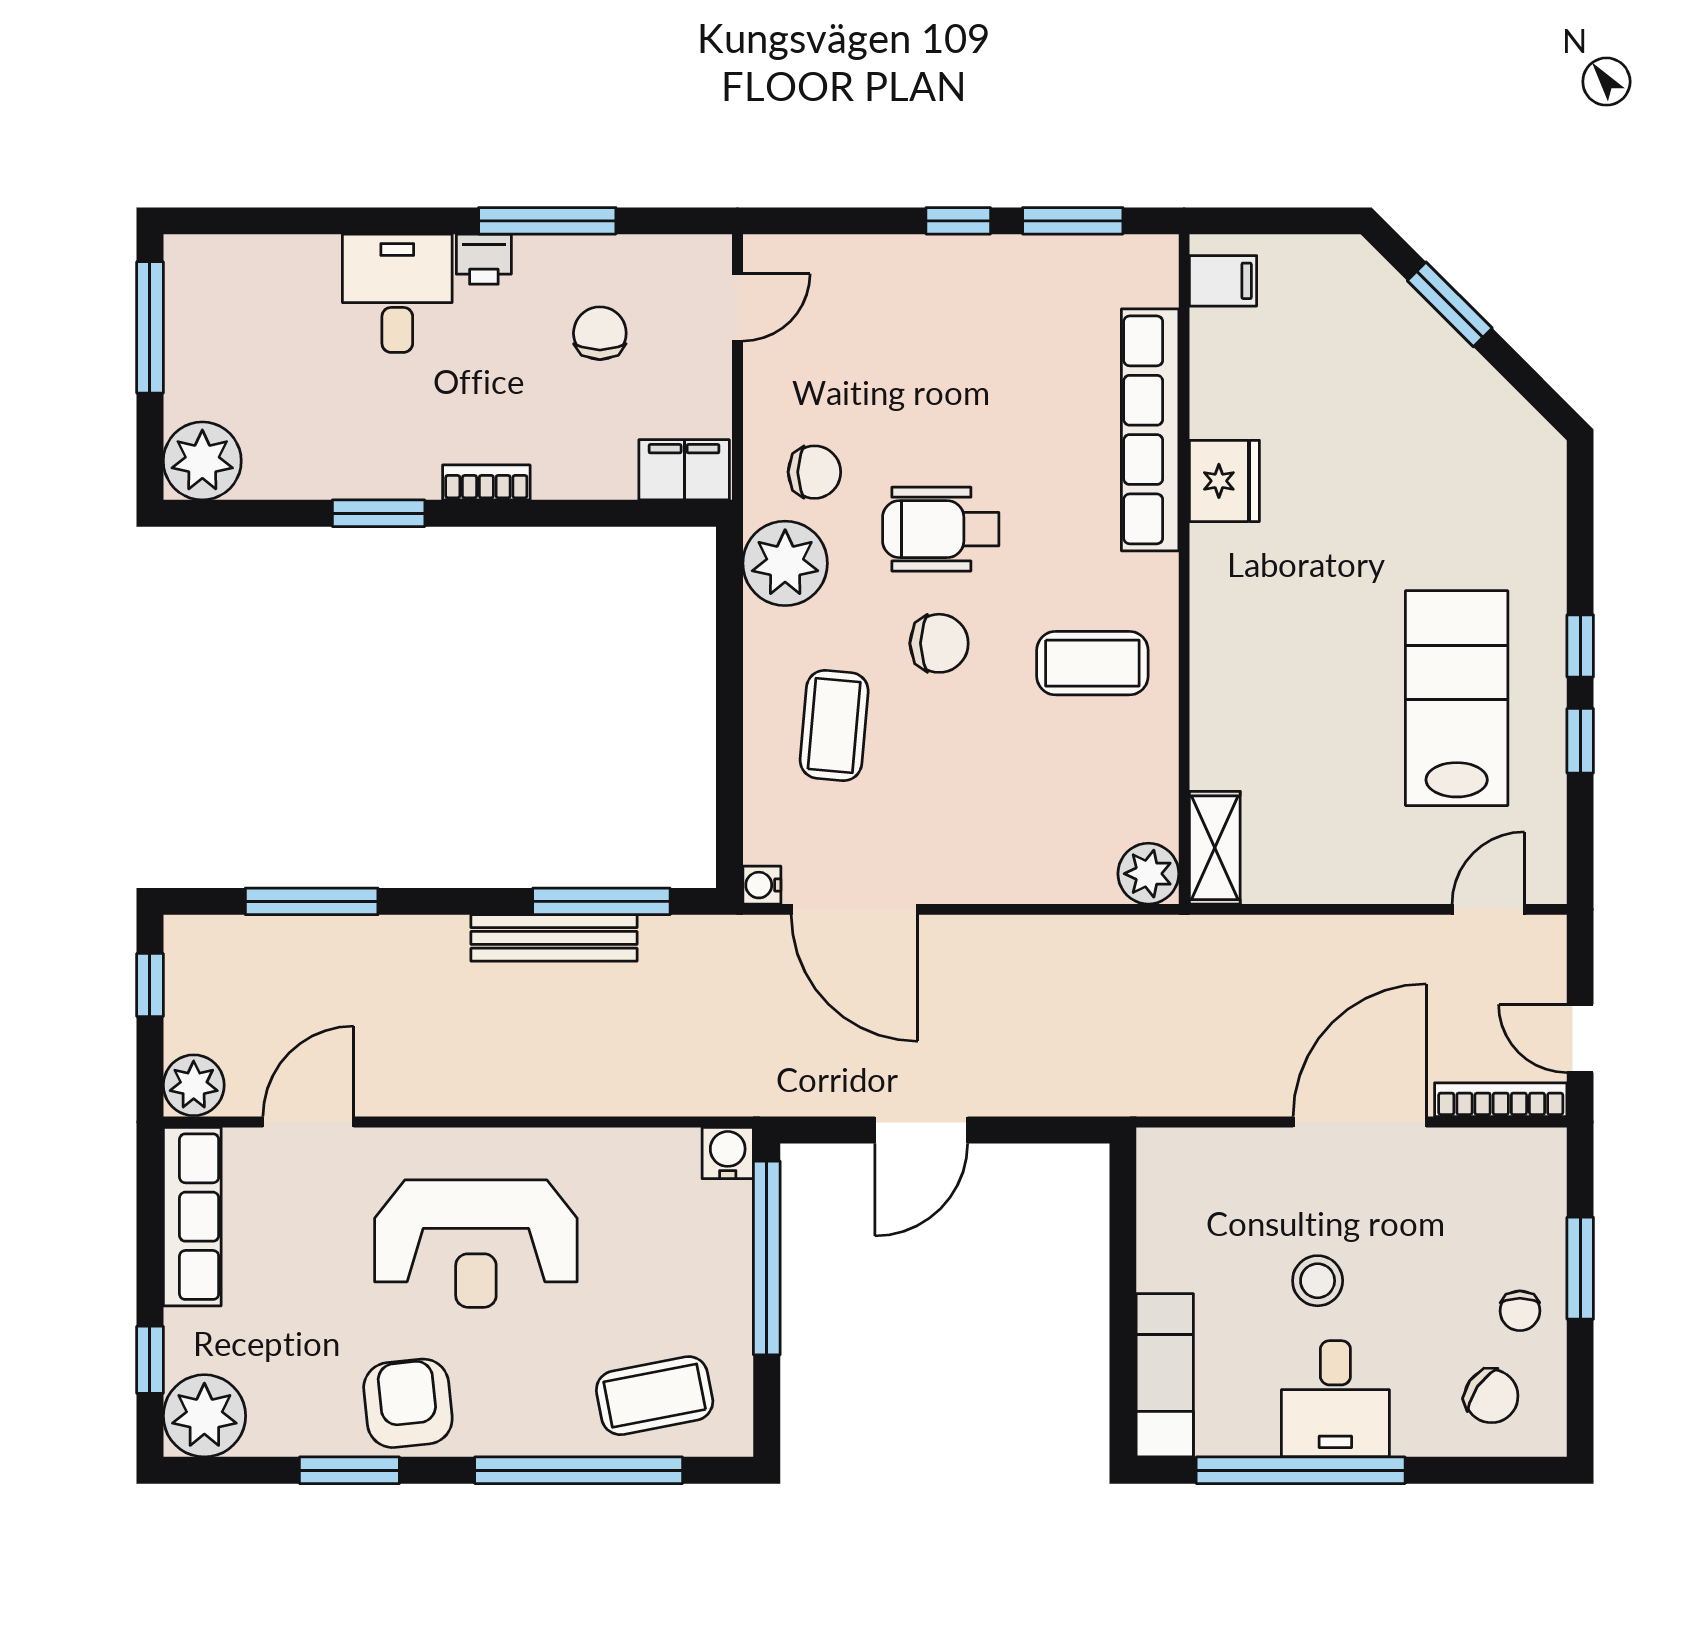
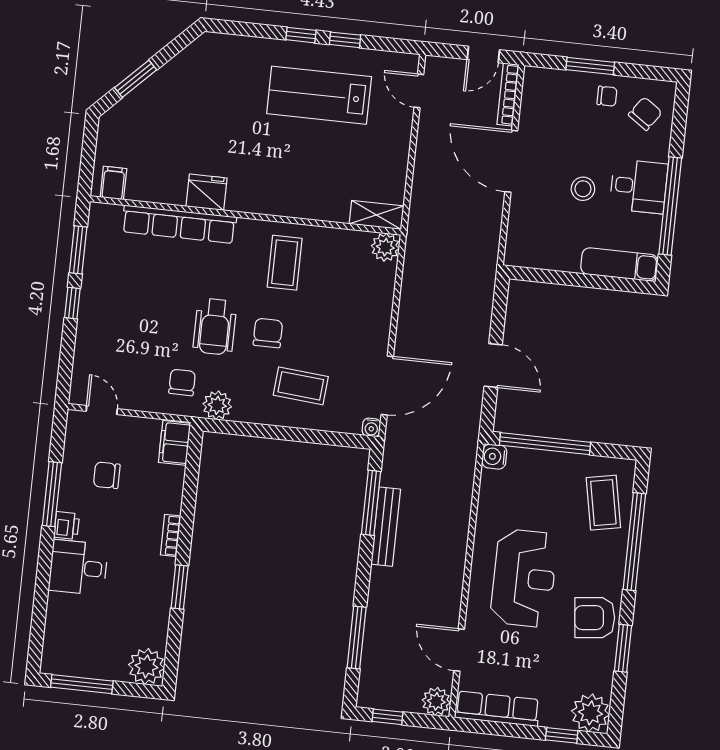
plant: (785, 563) -> (217, 405), width x0.73, depth x0.73

